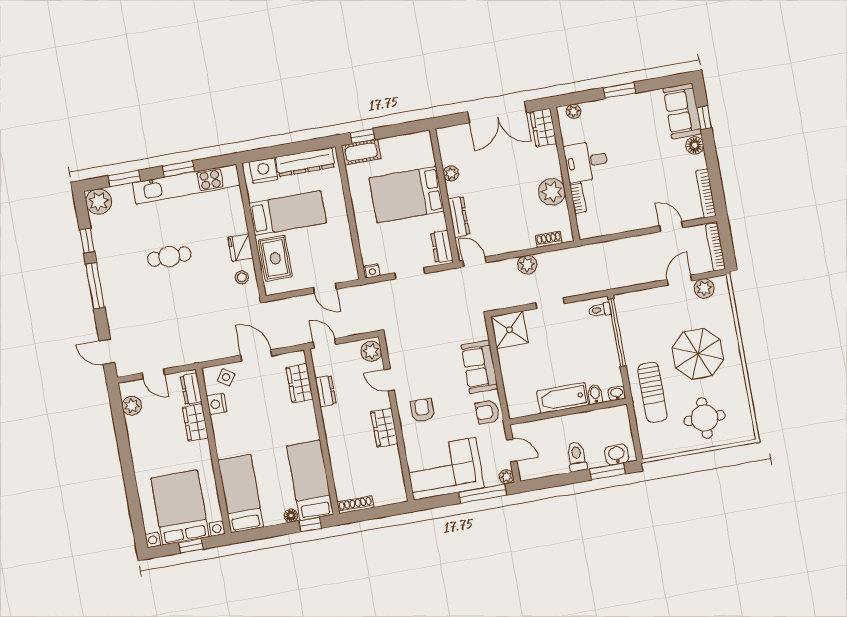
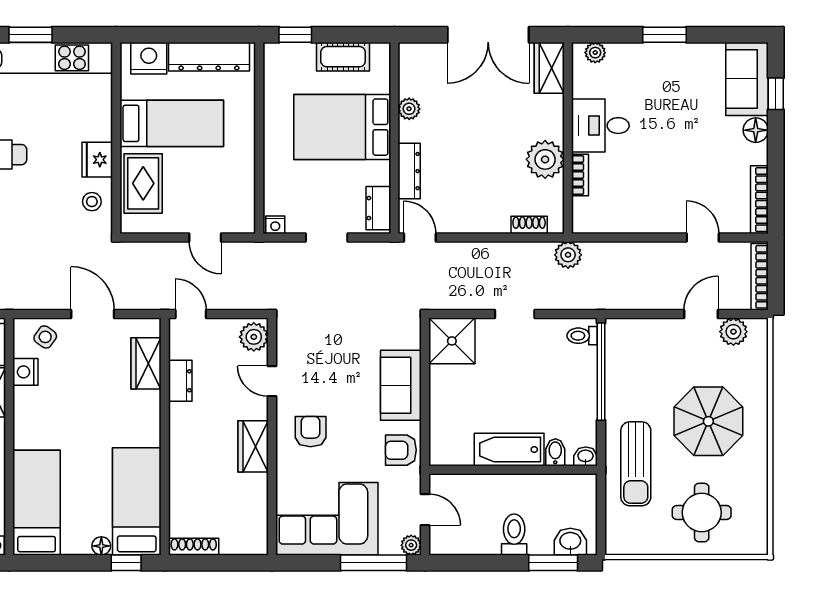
cot: (361, 152) -> (343, 57), moved
plant: (527, 265) -> (568, 255), moved

